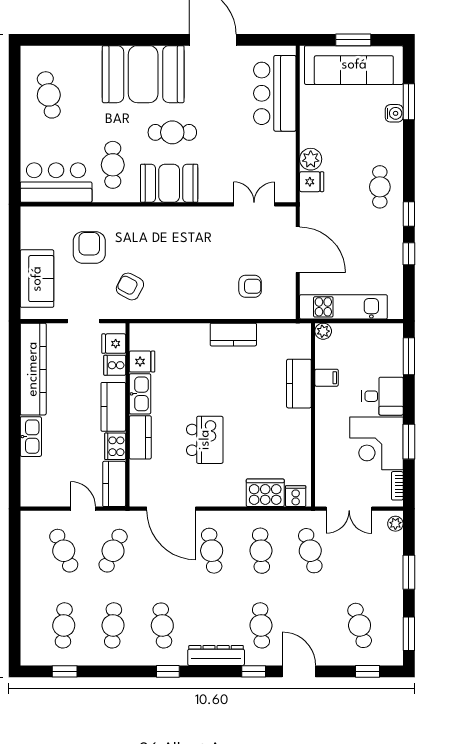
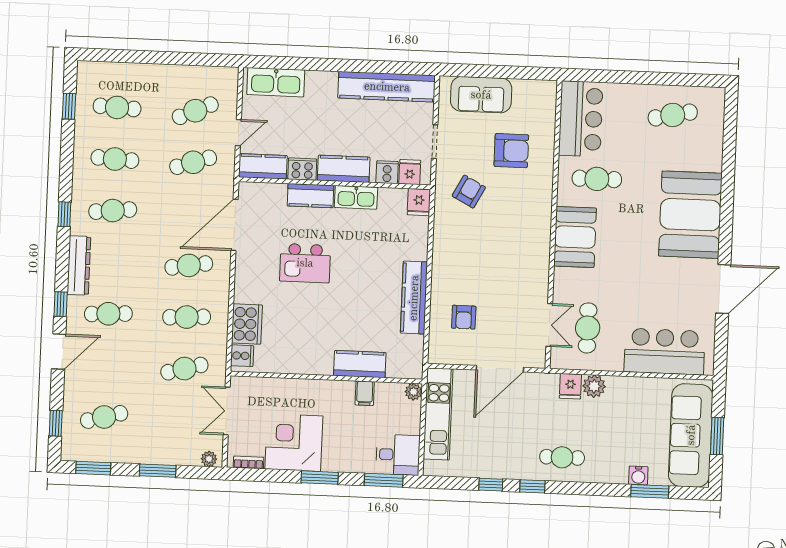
cafe table: (172, 132) -> (588, 328), moved
kitchen counter: (233, 335) -> (414, 298), width x1.50
fridge: (142, 362) -> (419, 202), moved
desk: (382, 396) -> (398, 455), moved, turned -90
kitchen sink: (31, 437) -> (276, 82), moved, width x1.36, depth x1.24
window: (409, 442) -> (320, 478), moved
cafe table: (113, 551) -> (193, 162), turned -42

